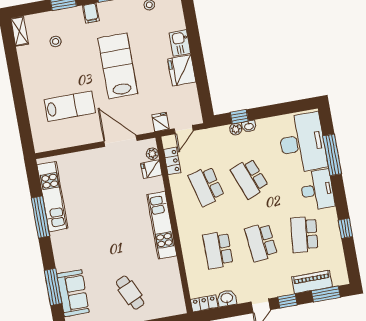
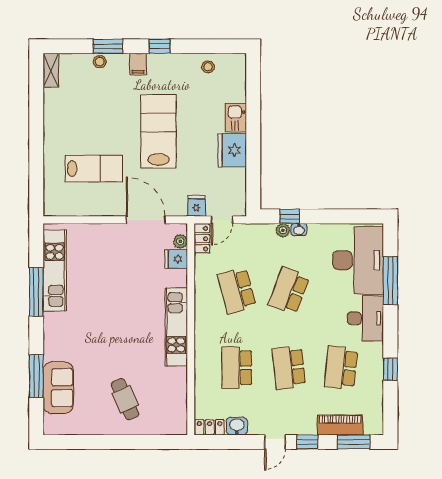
stool: (56, 41) -> (100, 62), moved
locker: (172, 161) -> (202, 239), moved
school desk: (250, 178) -> (289, 291), turned 42

